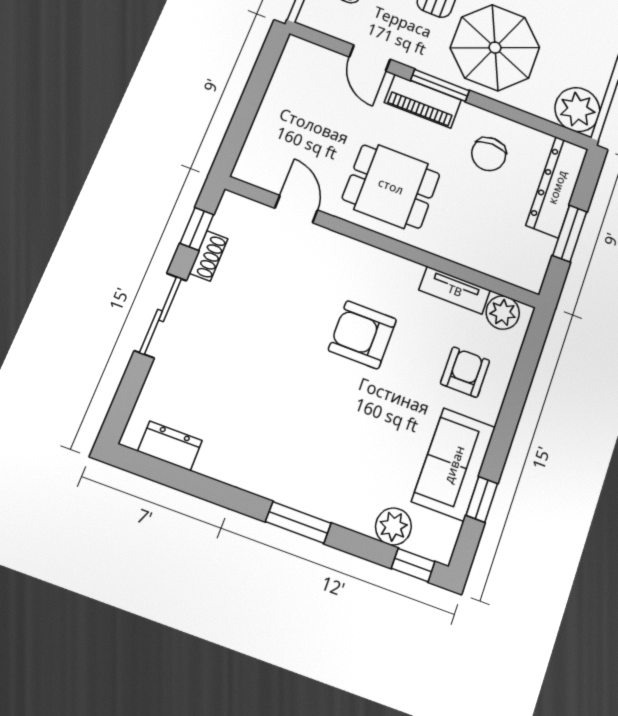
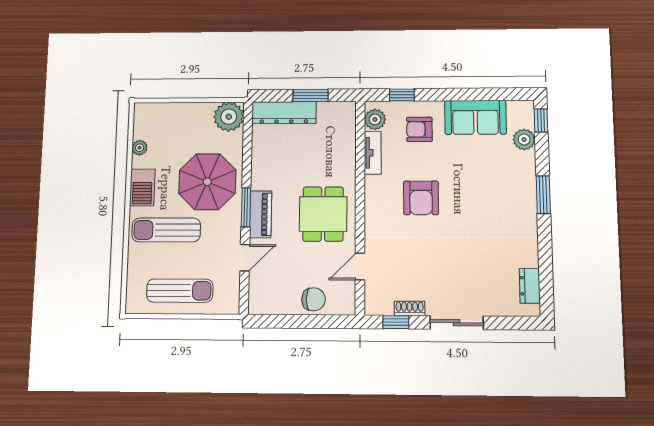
chair: (489, 154) -> (314, 299), moved
window: (482, 499) -> (402, 95), moved

